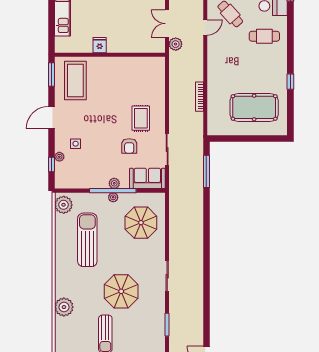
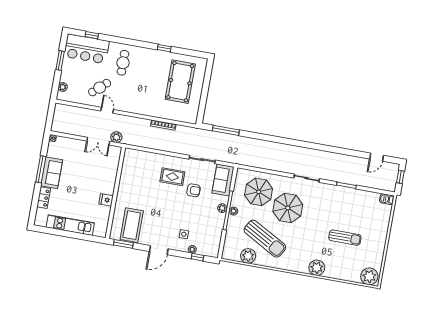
coffee table: (75, 81) -> (132, 225), turned 90
door: (51, 118) -> (159, 250), hinge flipped
plant: (64, 205) -> (248, 256), moved
sun lounger: (87, 240) -> (265, 239), turned -151
parasol: (121, 291) -> (288, 208), moved

